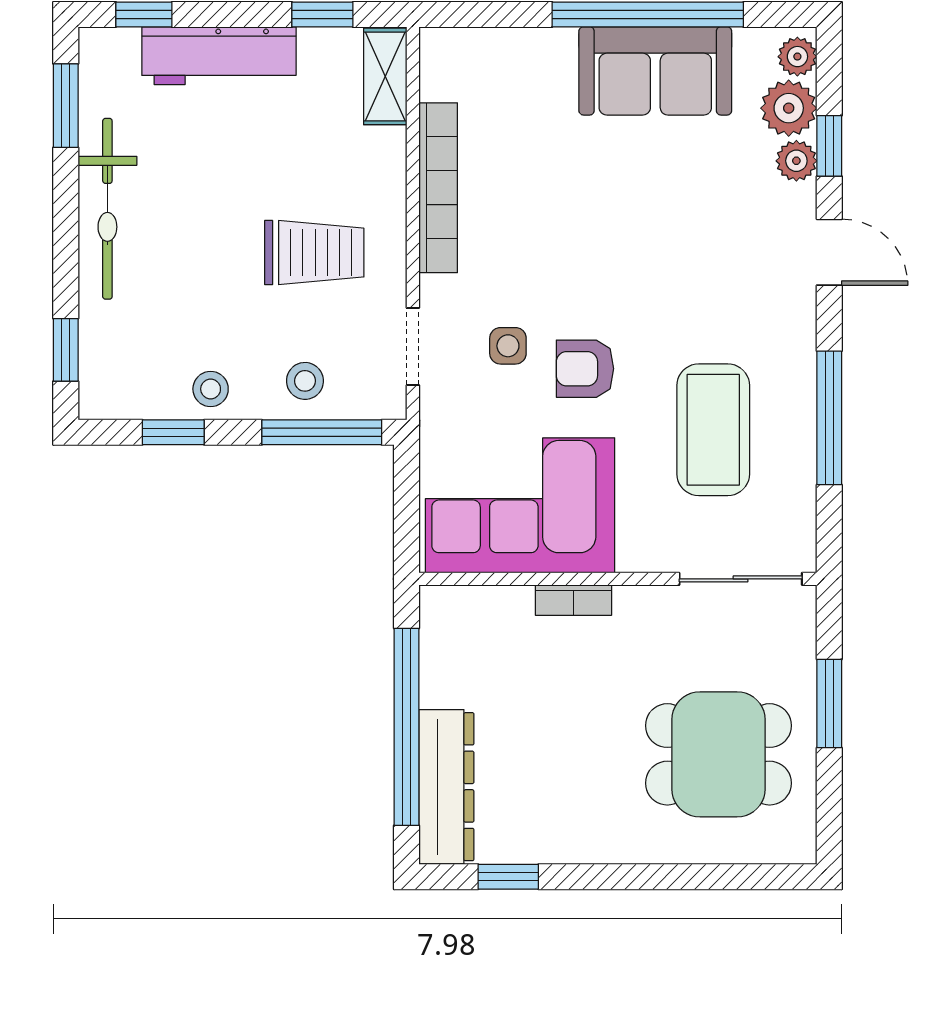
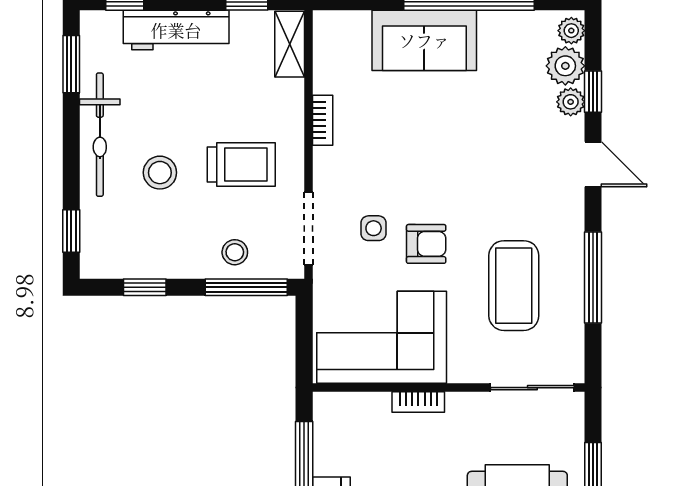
sofa: (655, 71) -> (424, 40), moved
bookcase: (438, 188) -> (323, 120), width x0.43, depth x0.76
doorway: (413, 346) -> (309, 229), width x1.38
armchair: (585, 369) -> (426, 244), turned 180
stool: (211, 389) -> (160, 173), moved, width x1.37, depth x1.37

